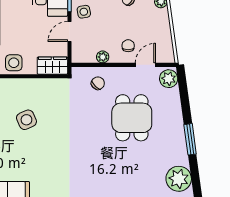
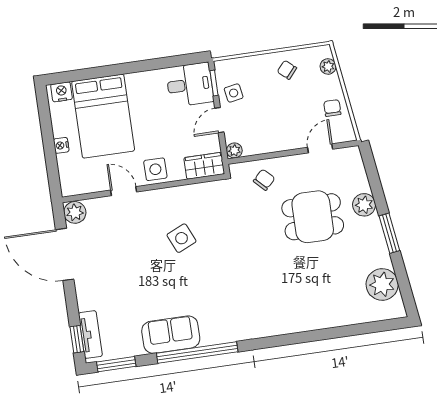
chair: (128, 46) -> (332, 108), moved
plant: (103, 57) -> (234, 150), moved
plant: (169, 79) -> (364, 205), moved
dining table: (132, 118) -> (313, 217), turned 90

